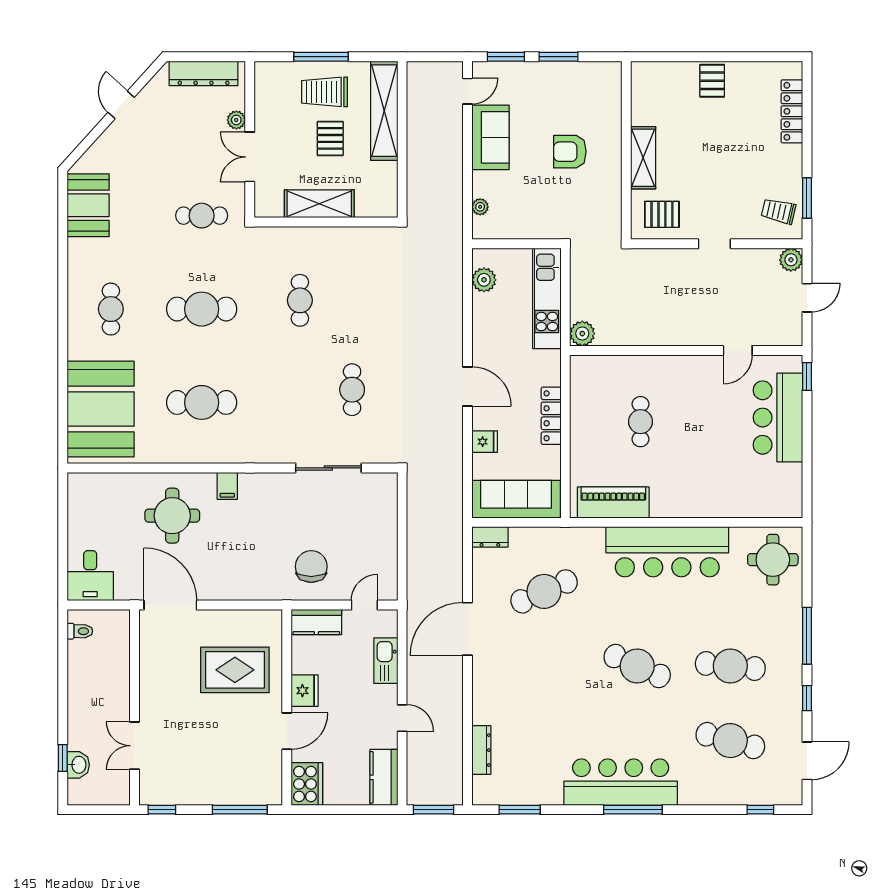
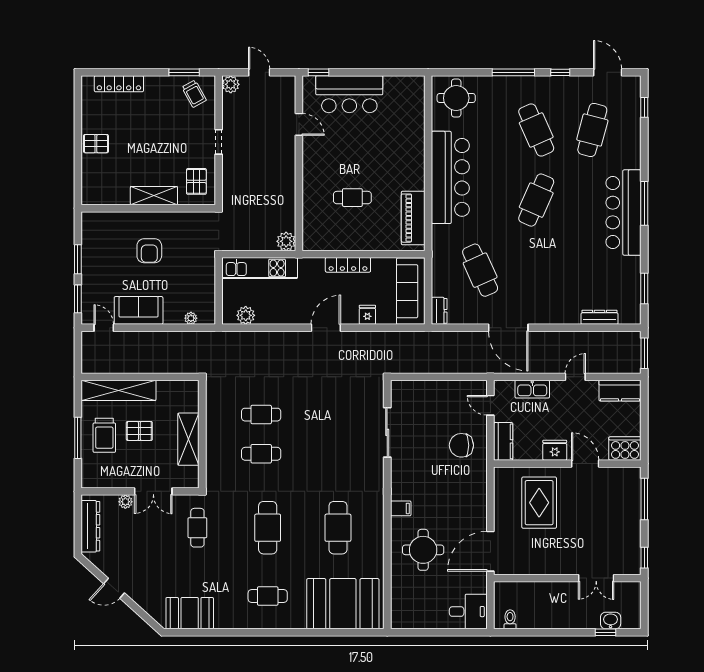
trolley: (779, 211) -> (194, 94), turned -42
cafe table: (352, 390) -> (261, 415), moved
cafe table: (730, 666) -> (536, 130), turned -30

